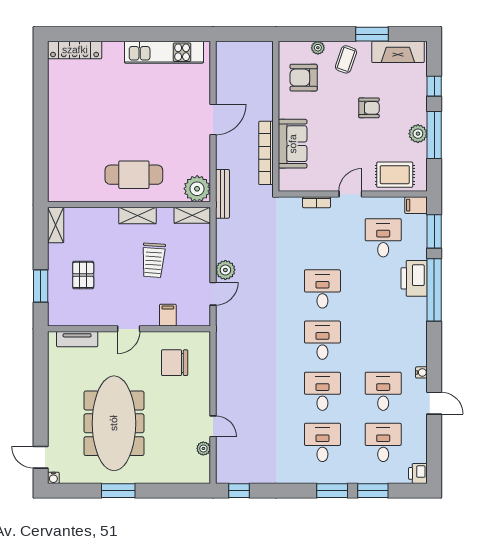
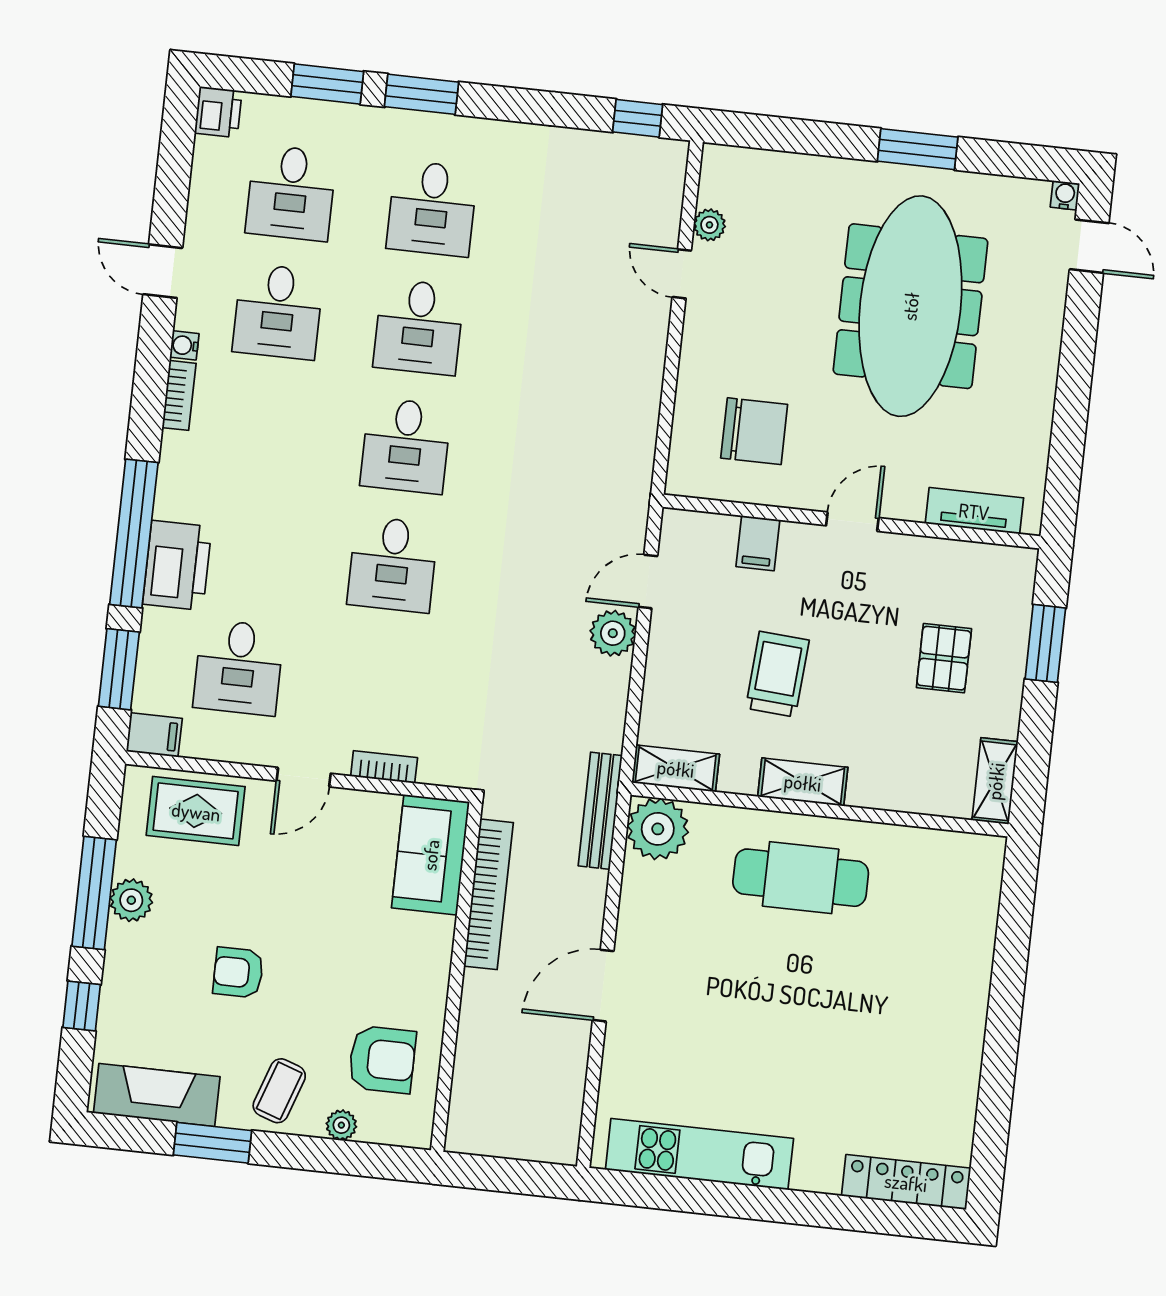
sofa: (293, 144) -> (430, 855), moved
bookcase: (421, 351) -> (179, 395), added

